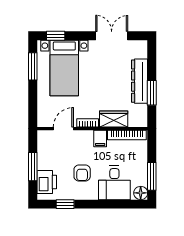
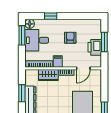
printer: (47, 182) -> (95, 47), moved
desk: (114, 183) -> (37, 40), moved, turned -90
window: (65, 204) -> (51, 16), moved

